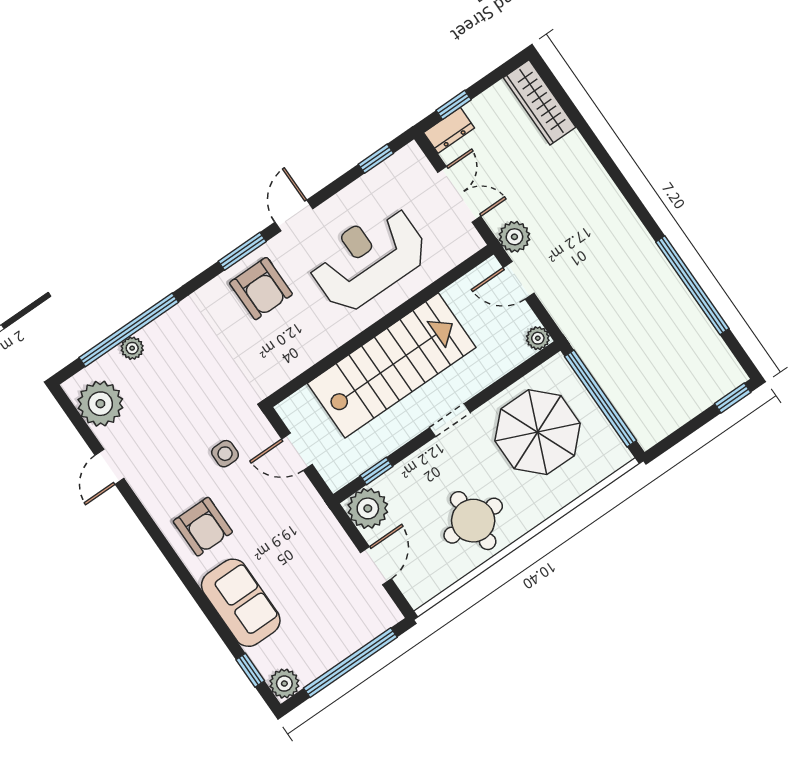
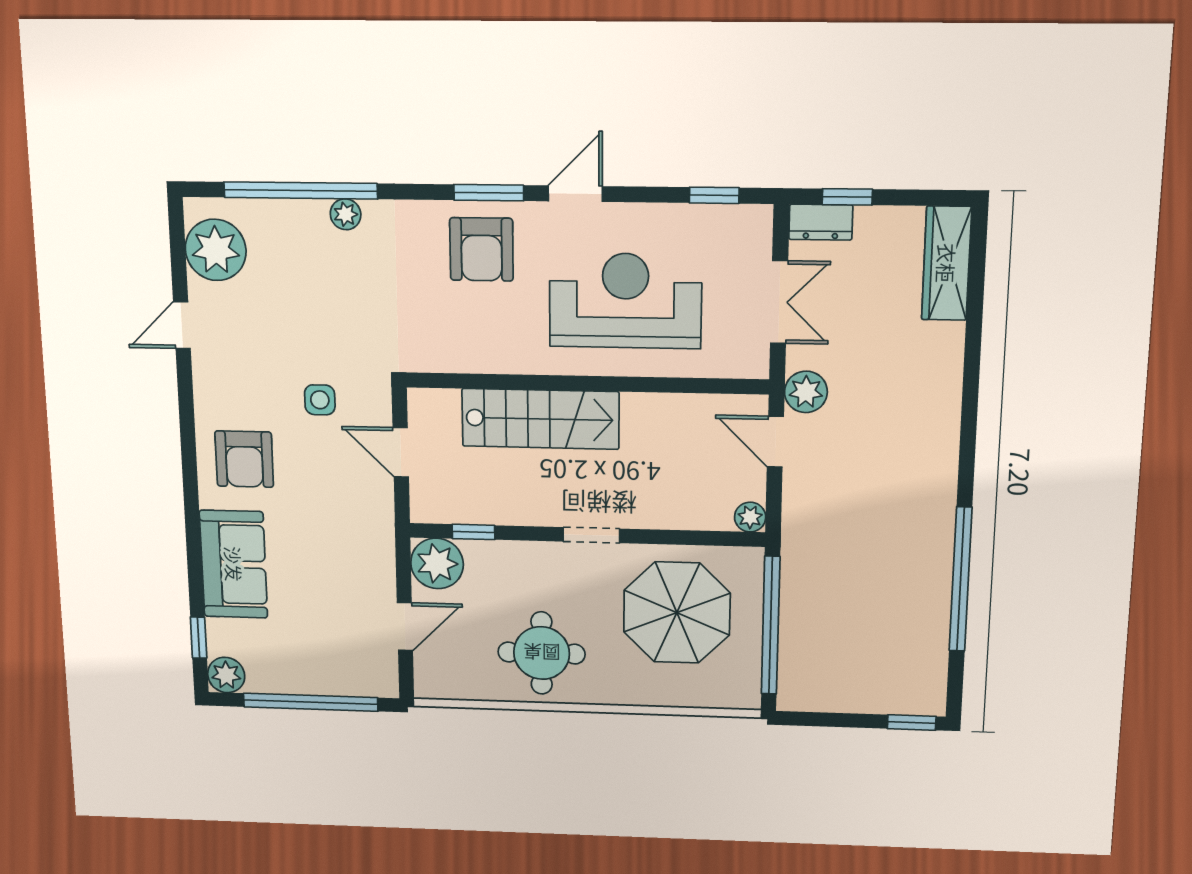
plant: (132, 348) -> (346, 214), moved
stairs: (392, 365) -> (540, 419), width x0.73, depth x0.66

